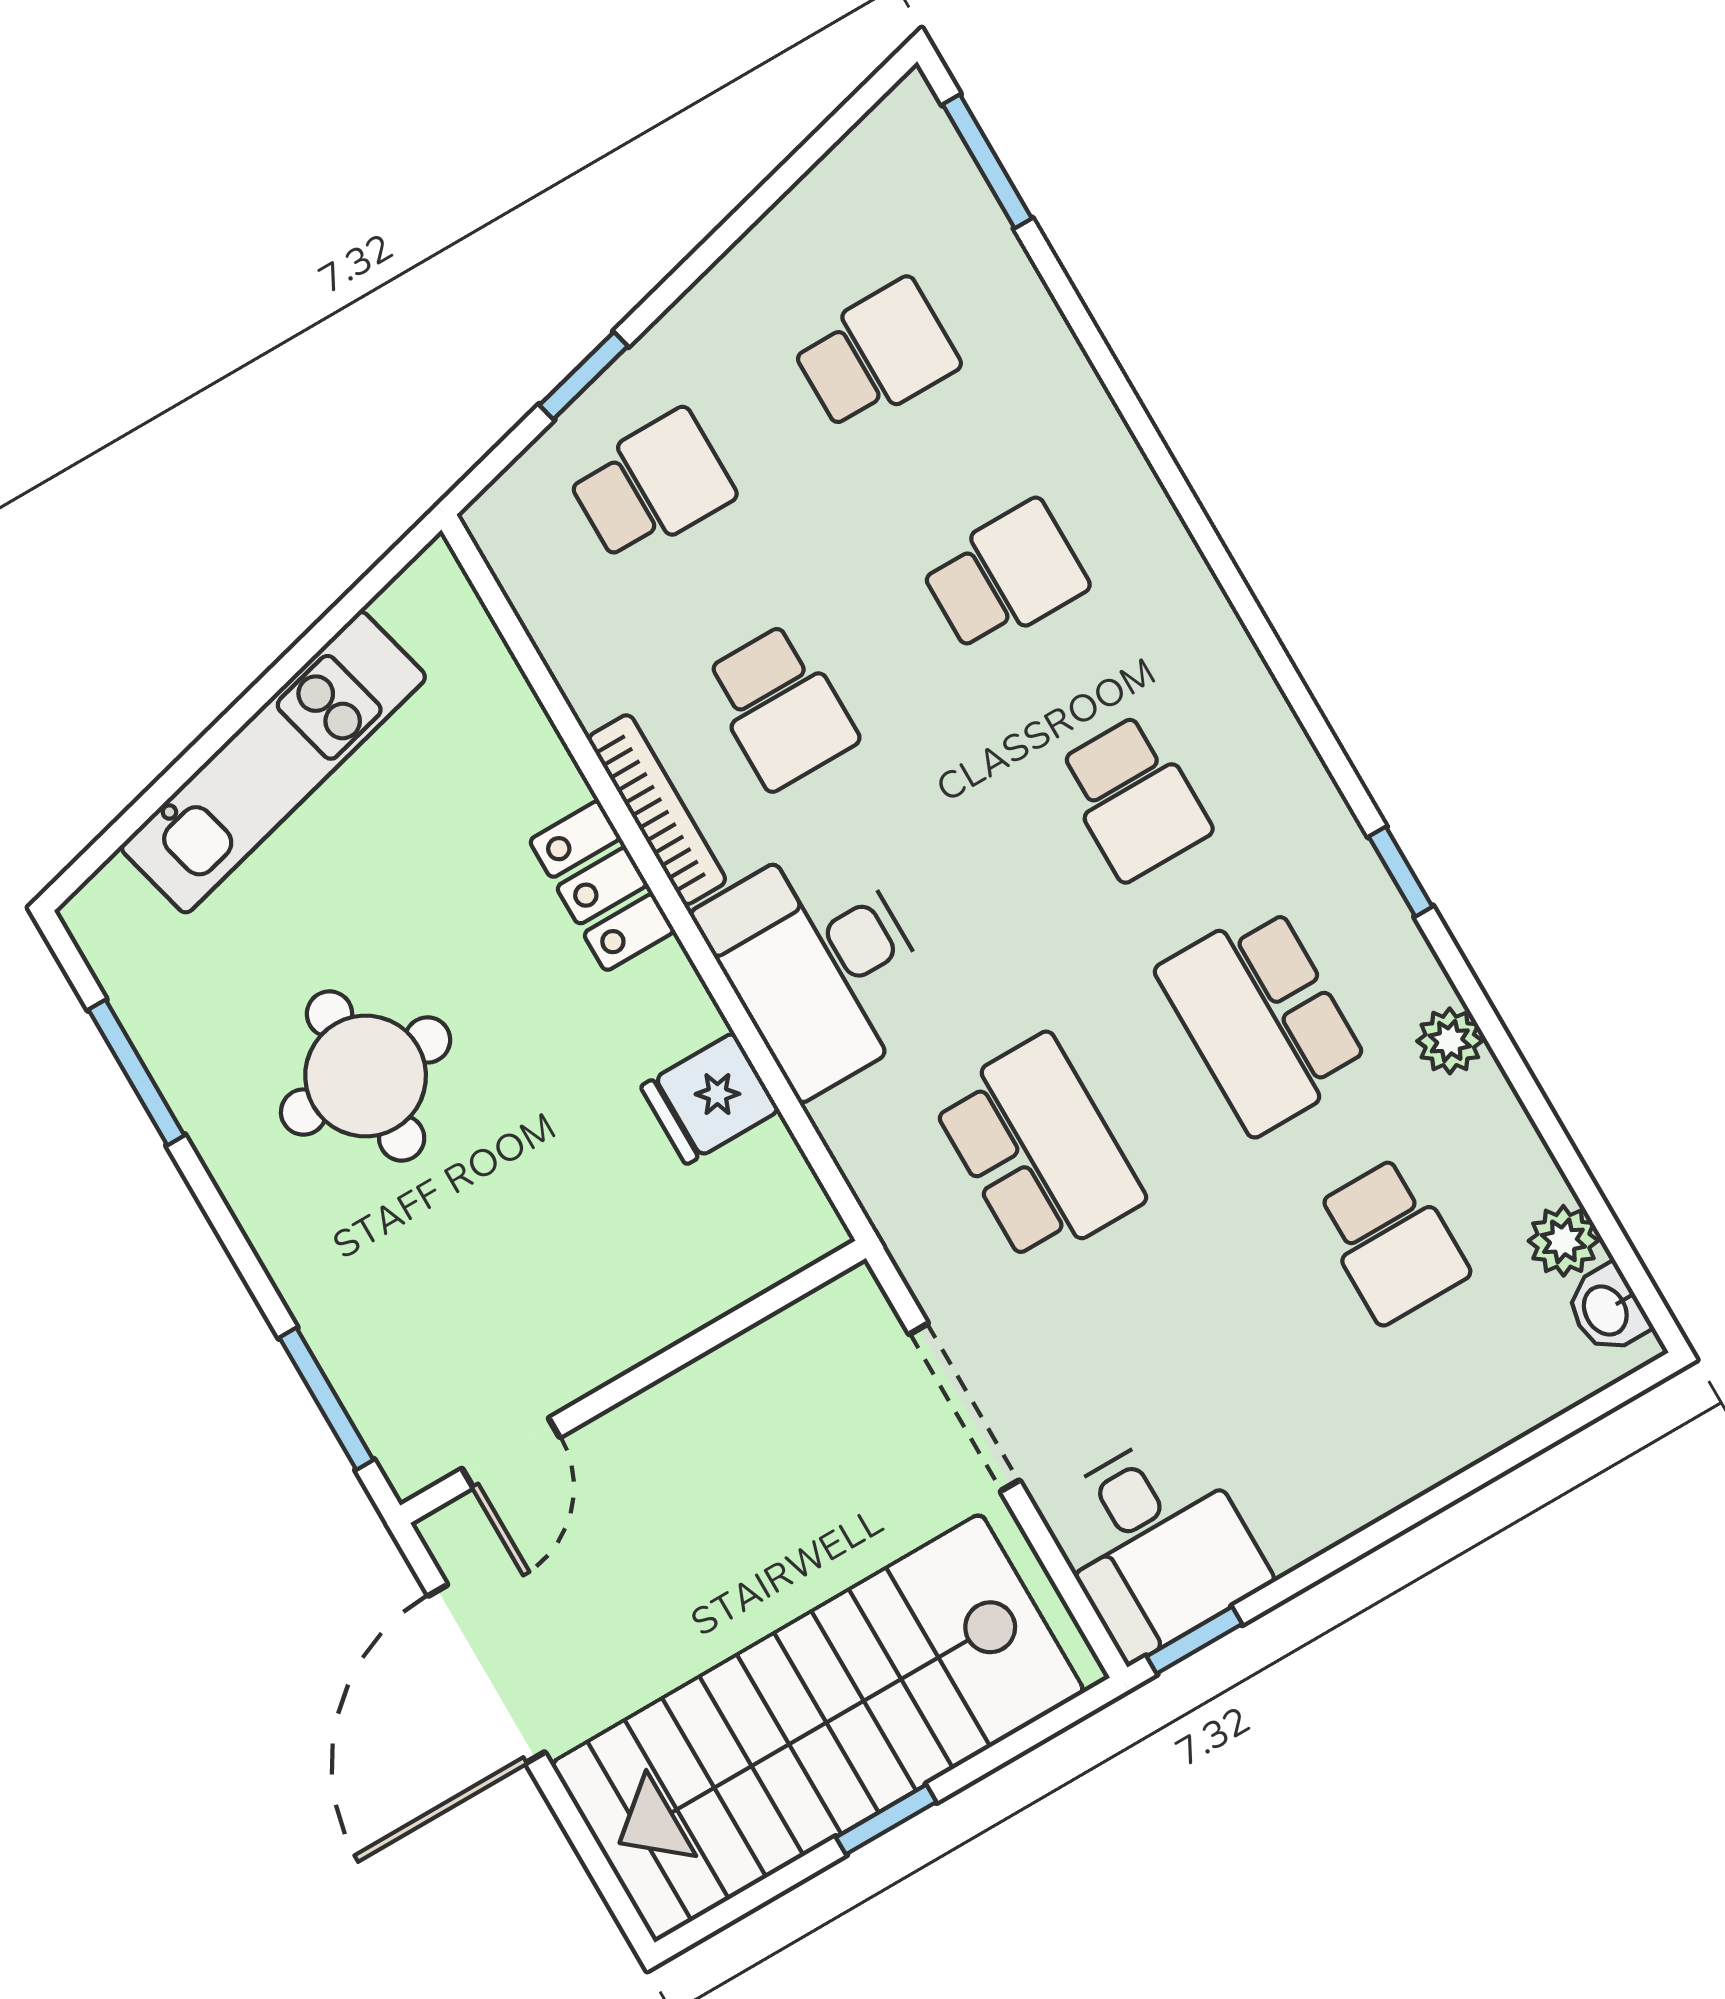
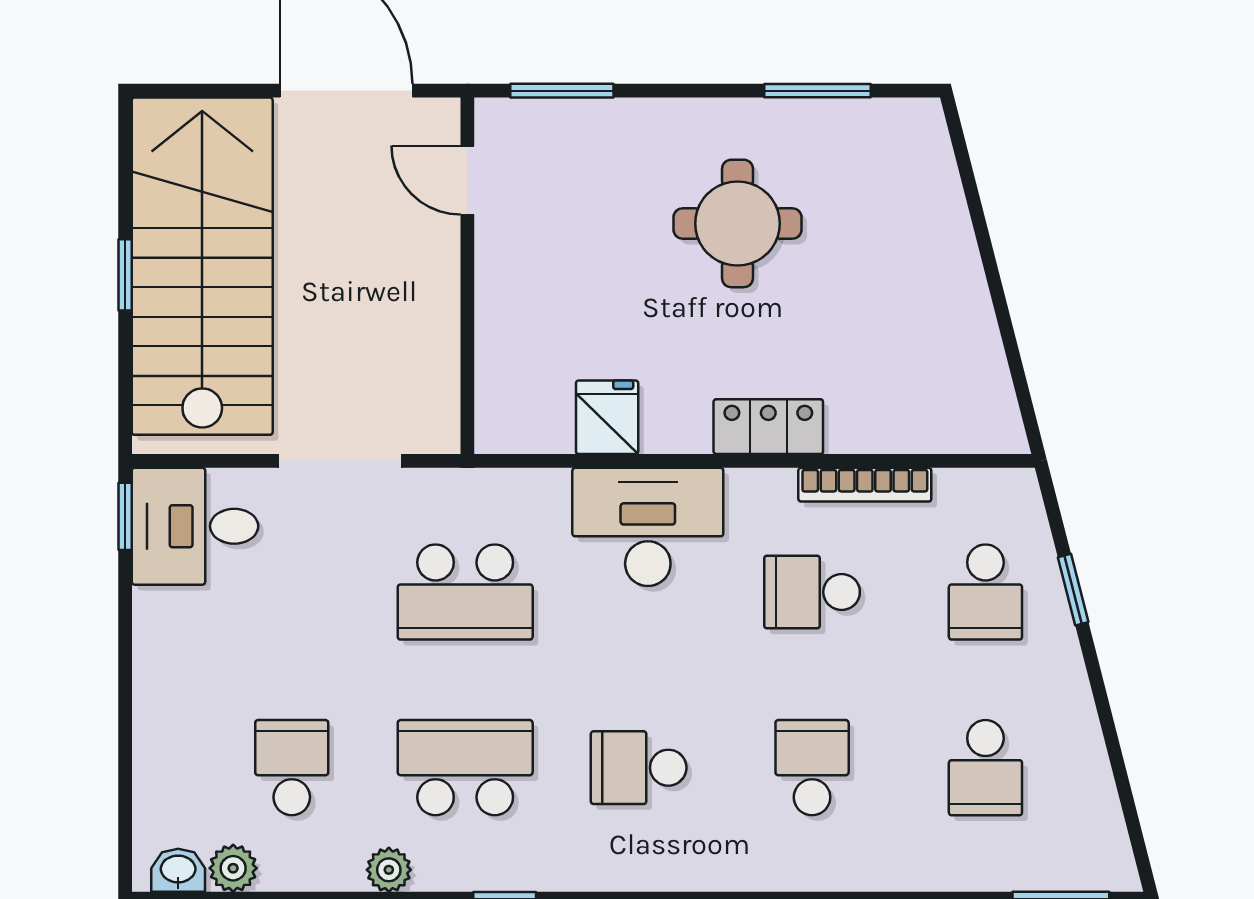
school desk: (1005, 576) -> (812, 768), turned 180
kitchen unit: (273, 762) -> (952, 276), removed
bookcase: (657, 810) -> (865, 485), moved
school desk: (1391, 1241) -> (292, 768), turned 90

